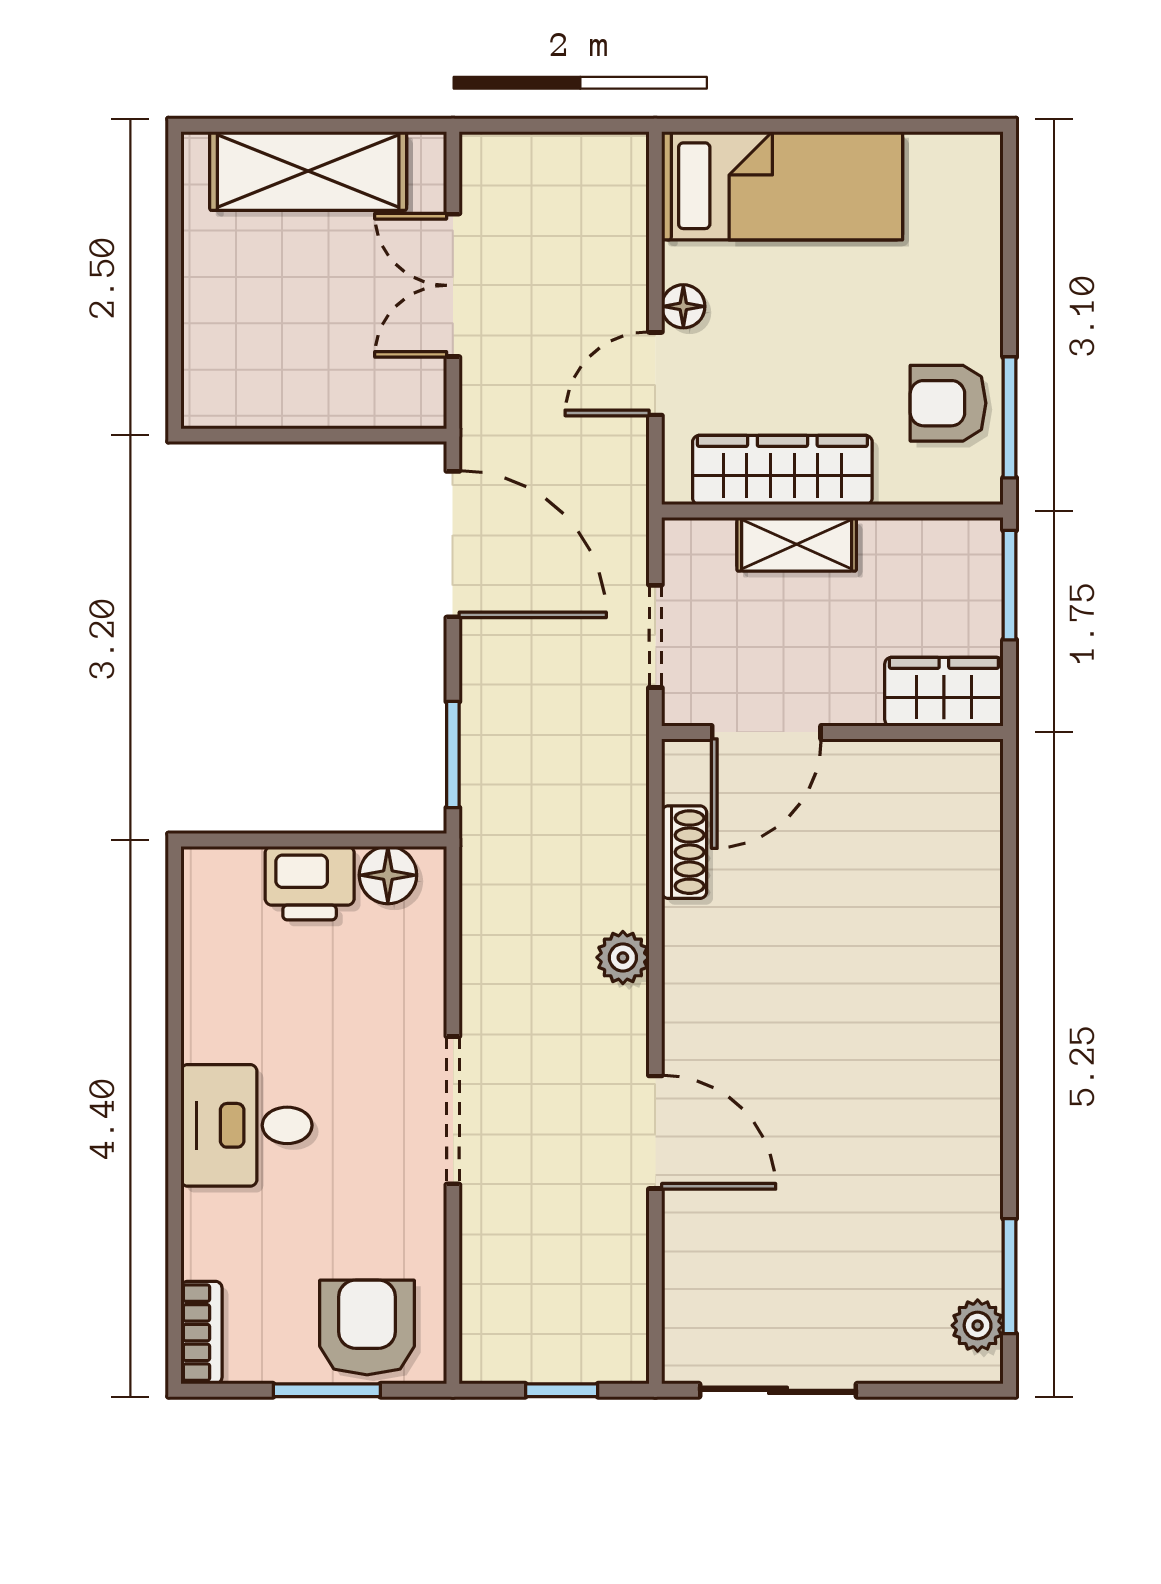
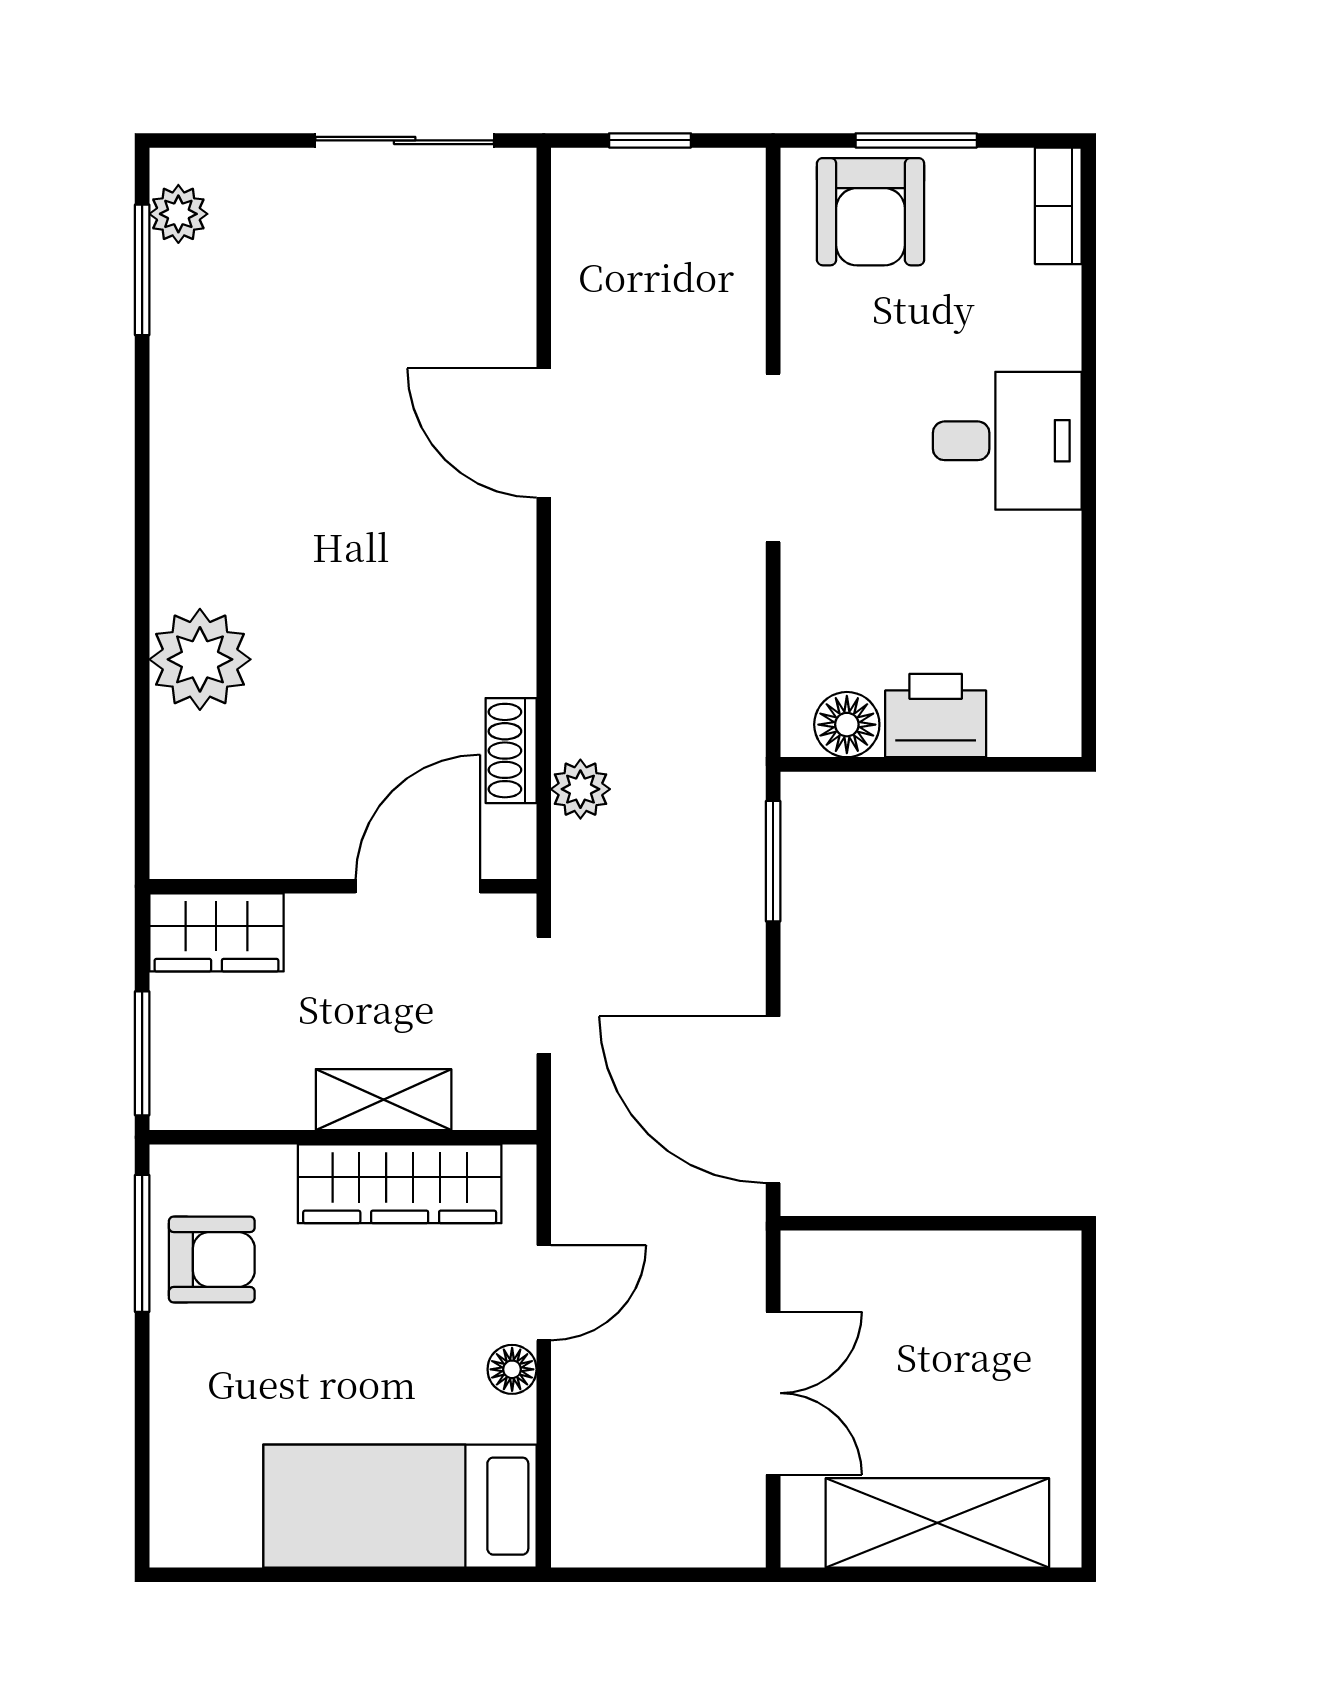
plant: (959, 933) -> (200, 659), added
plant: (623, 957) -> (580, 789), moved

